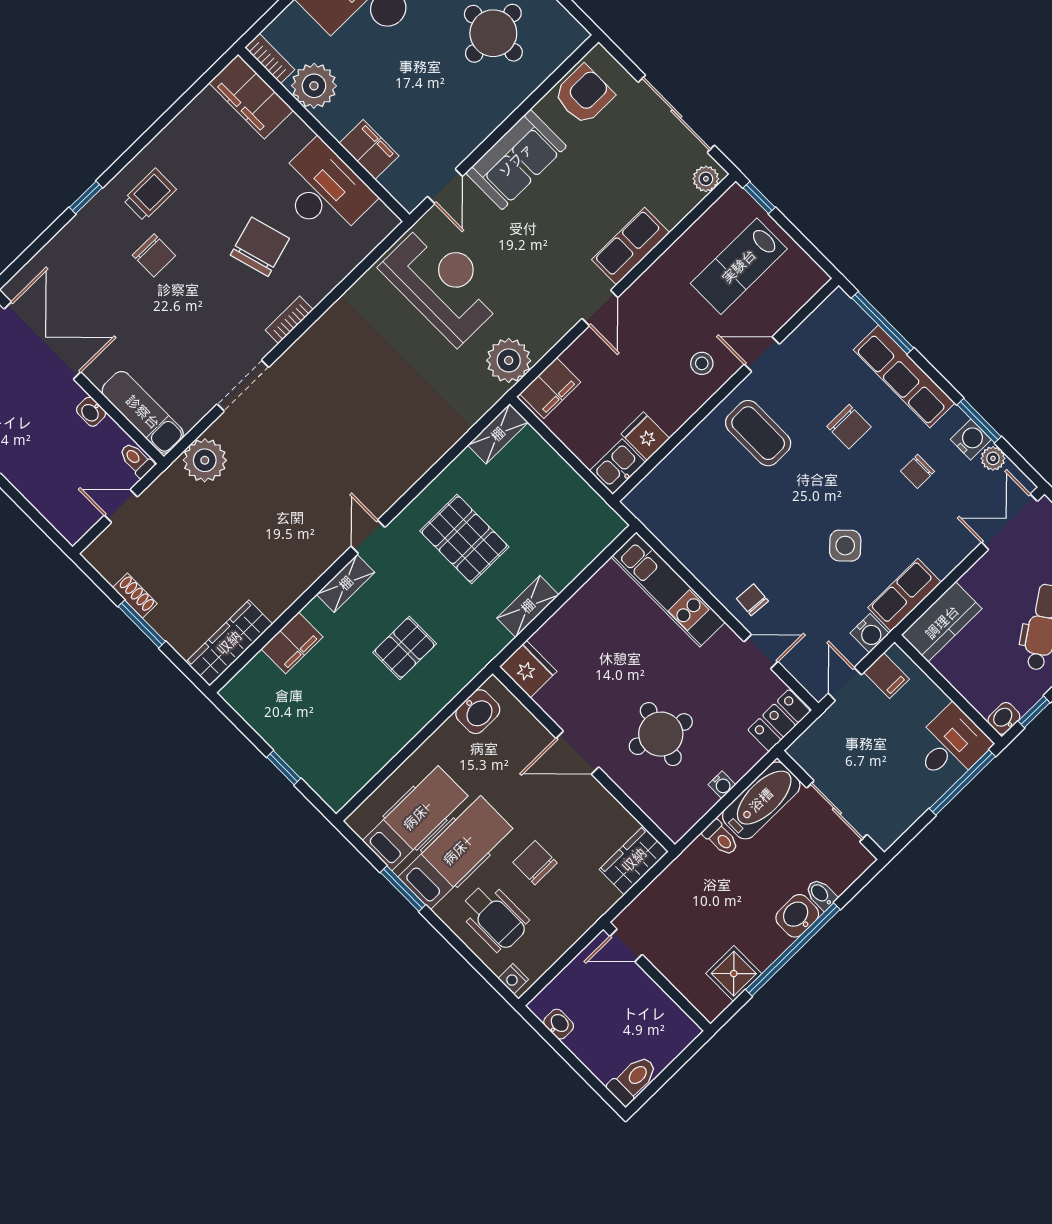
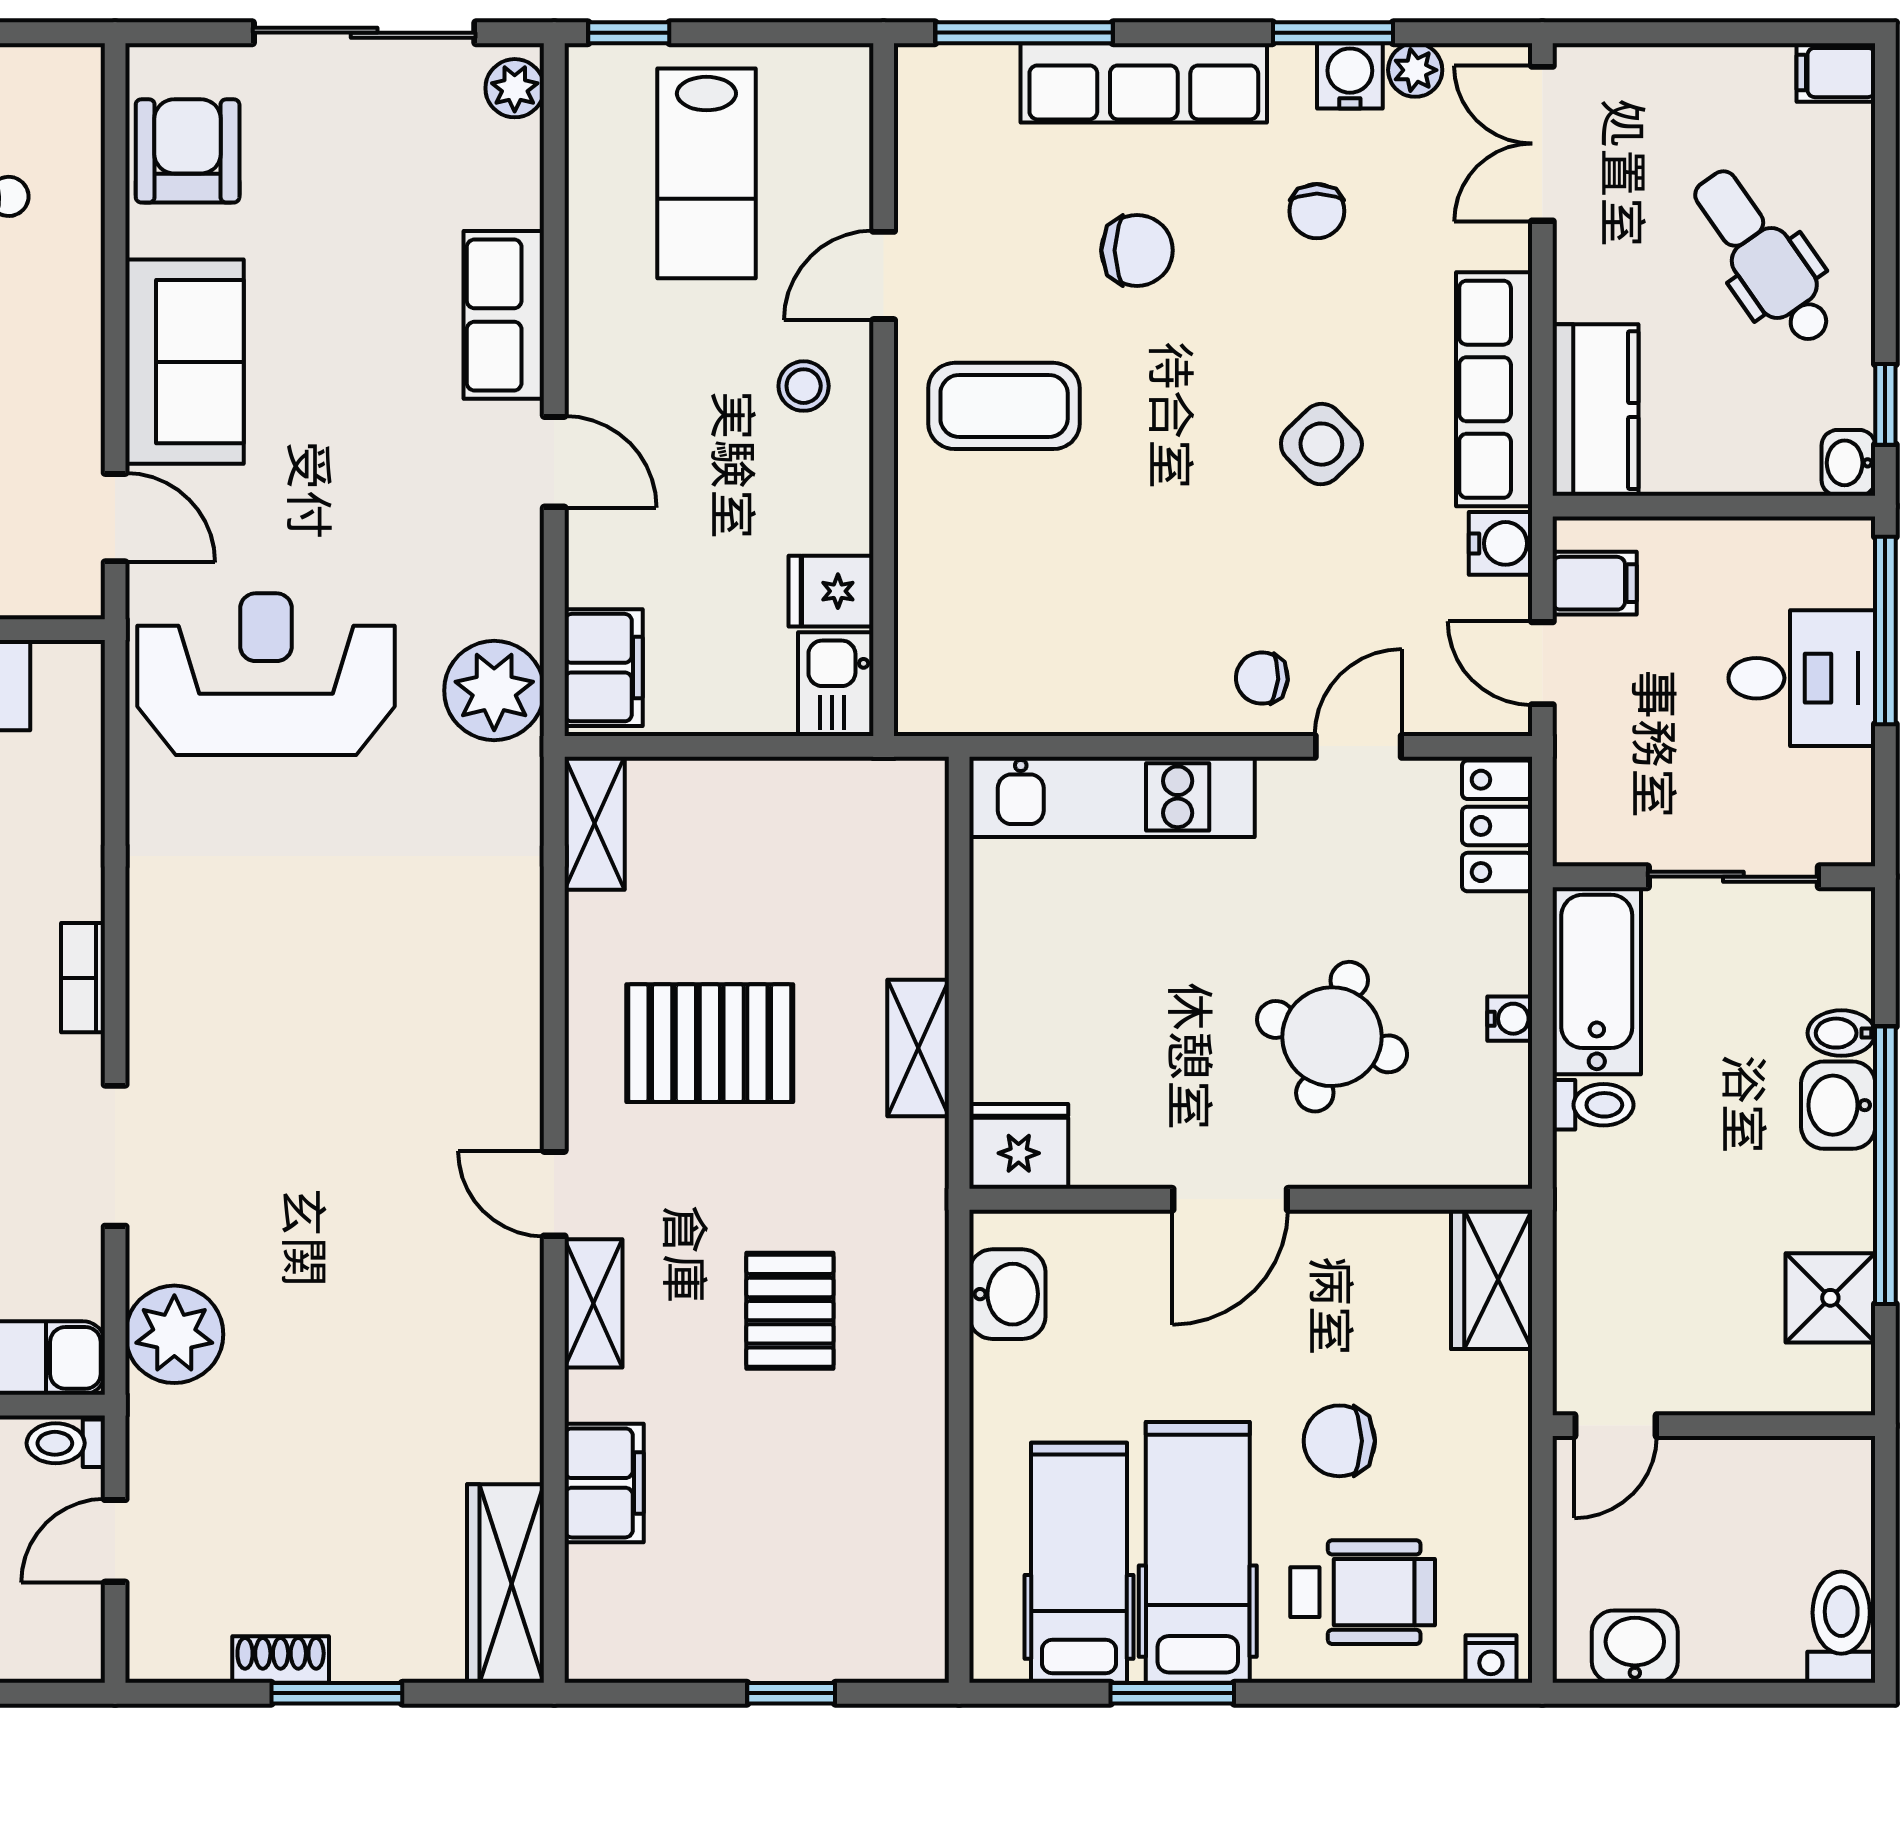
row of seats: (905, 595) -> (1494, 389), width x1.48
desk: (951, 745) -> (1802, 678), moved, turned 90
washbasin: (559, 1024) -> (1635, 1647), width x1.38, depth x1.45

